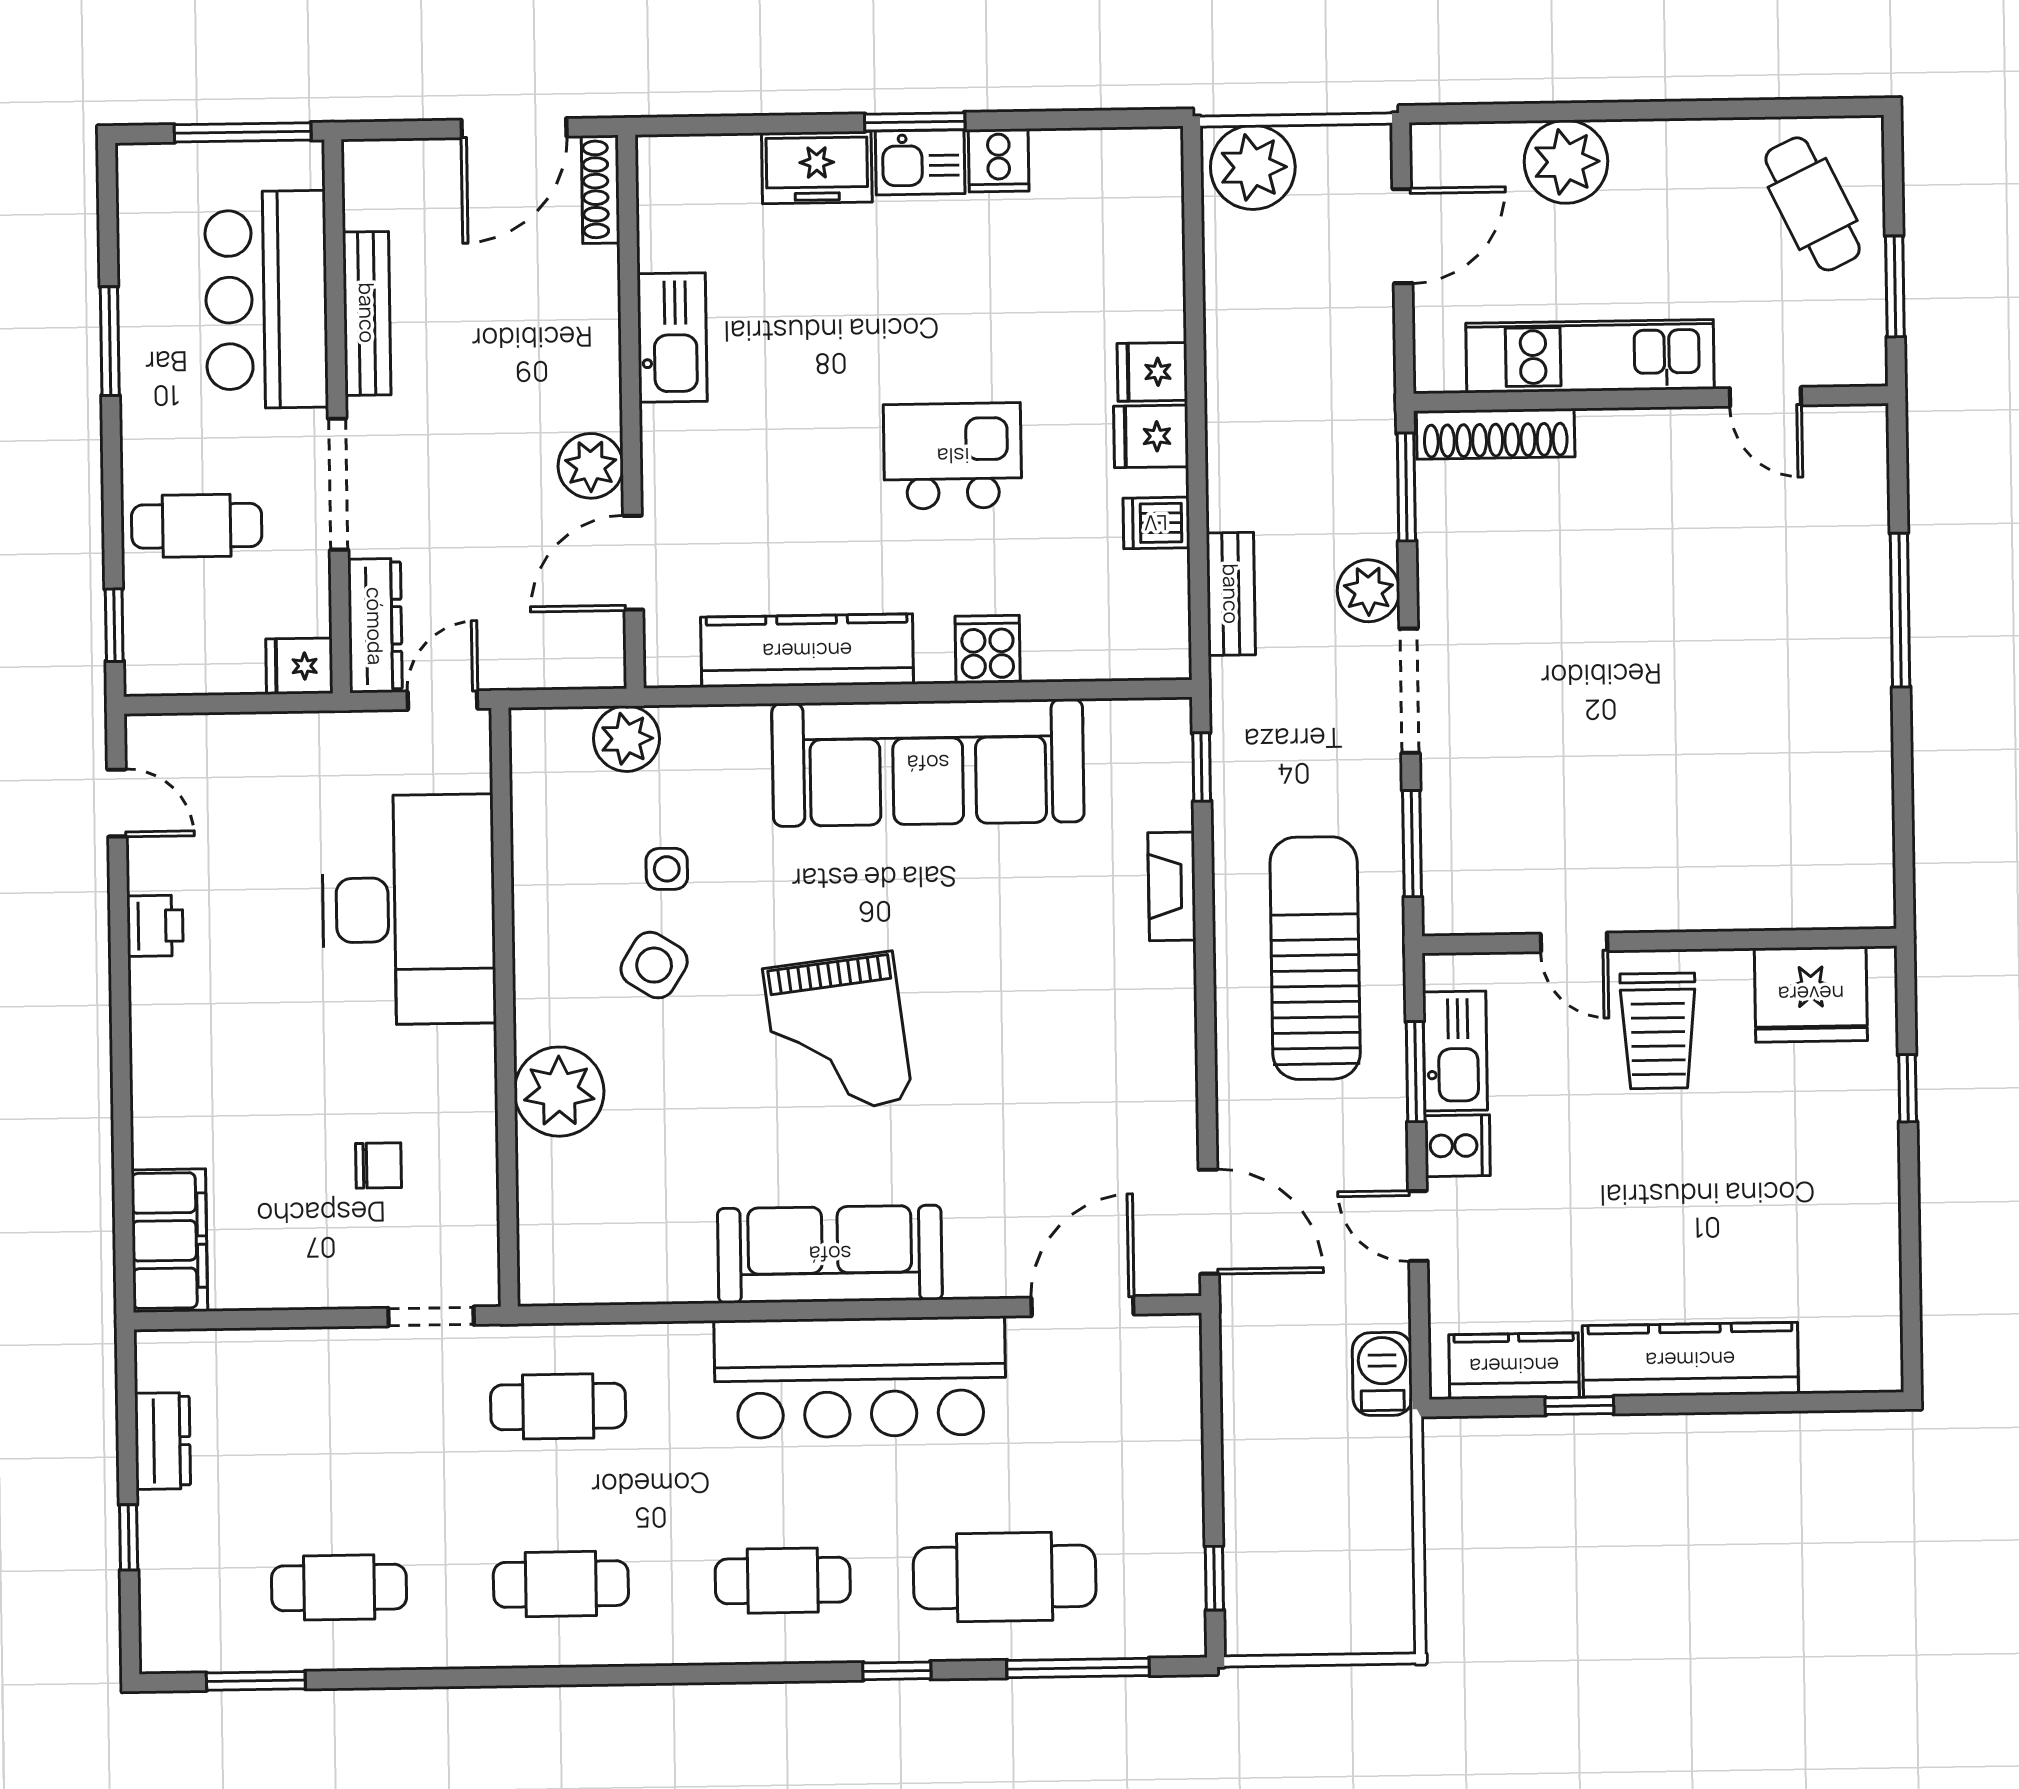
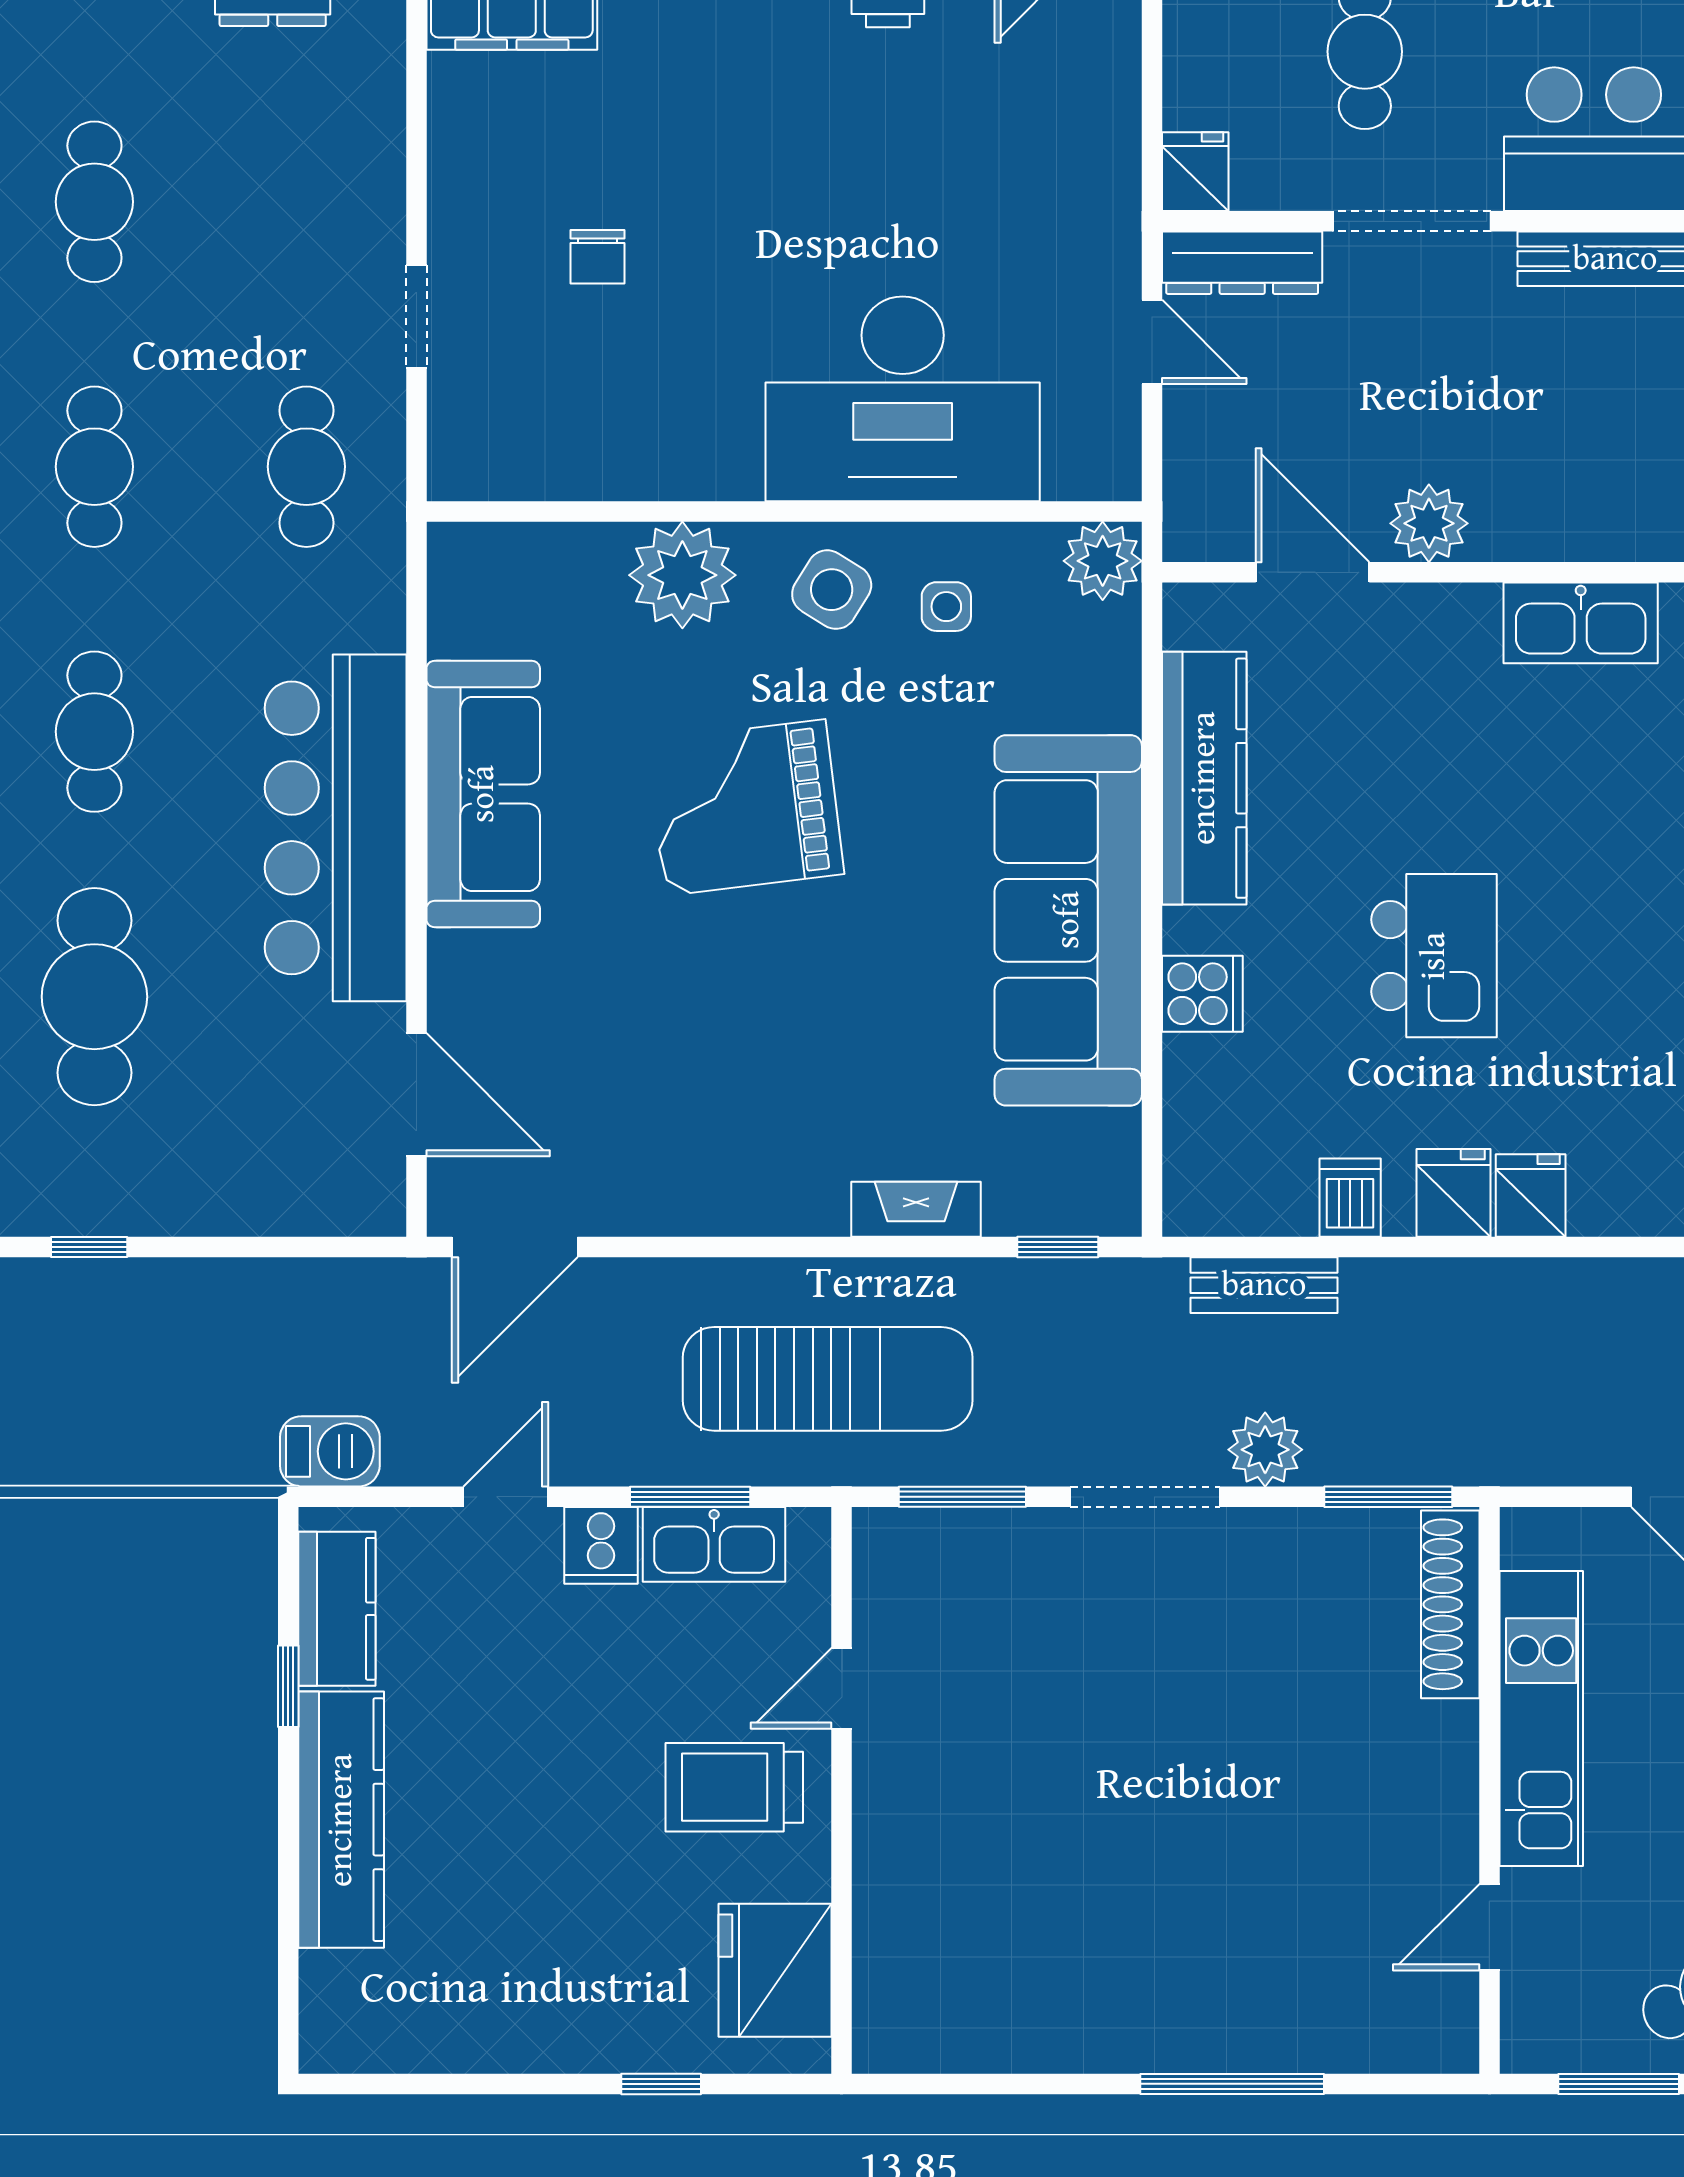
desk: (409, 910) -> (903, 399), moved
wall: (505, 1007) -> (784, 511), moved
plant: (559, 1092) -> (682, 575), moved

